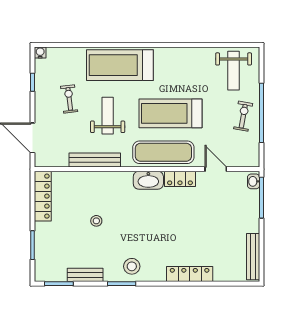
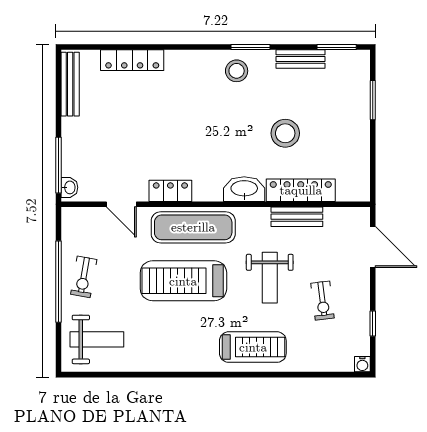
treadmill: (120, 65) -> (253, 347), width x0.73, depth x0.73
weight bench: (234, 71) -> (97, 339), turned 90
treadmill: (170, 113) -> (183, 281), turned 180
bench: (95, 160) -> (297, 217), width x0.73
washbasin: (148, 180) -> (244, 189), moved
locker: (43, 196) -> (301, 190), moved, turned 90
stool: (96, 221) -> (285, 133), width x1.89, depth x1.89
locker: (190, 274) -> (132, 60), moved

